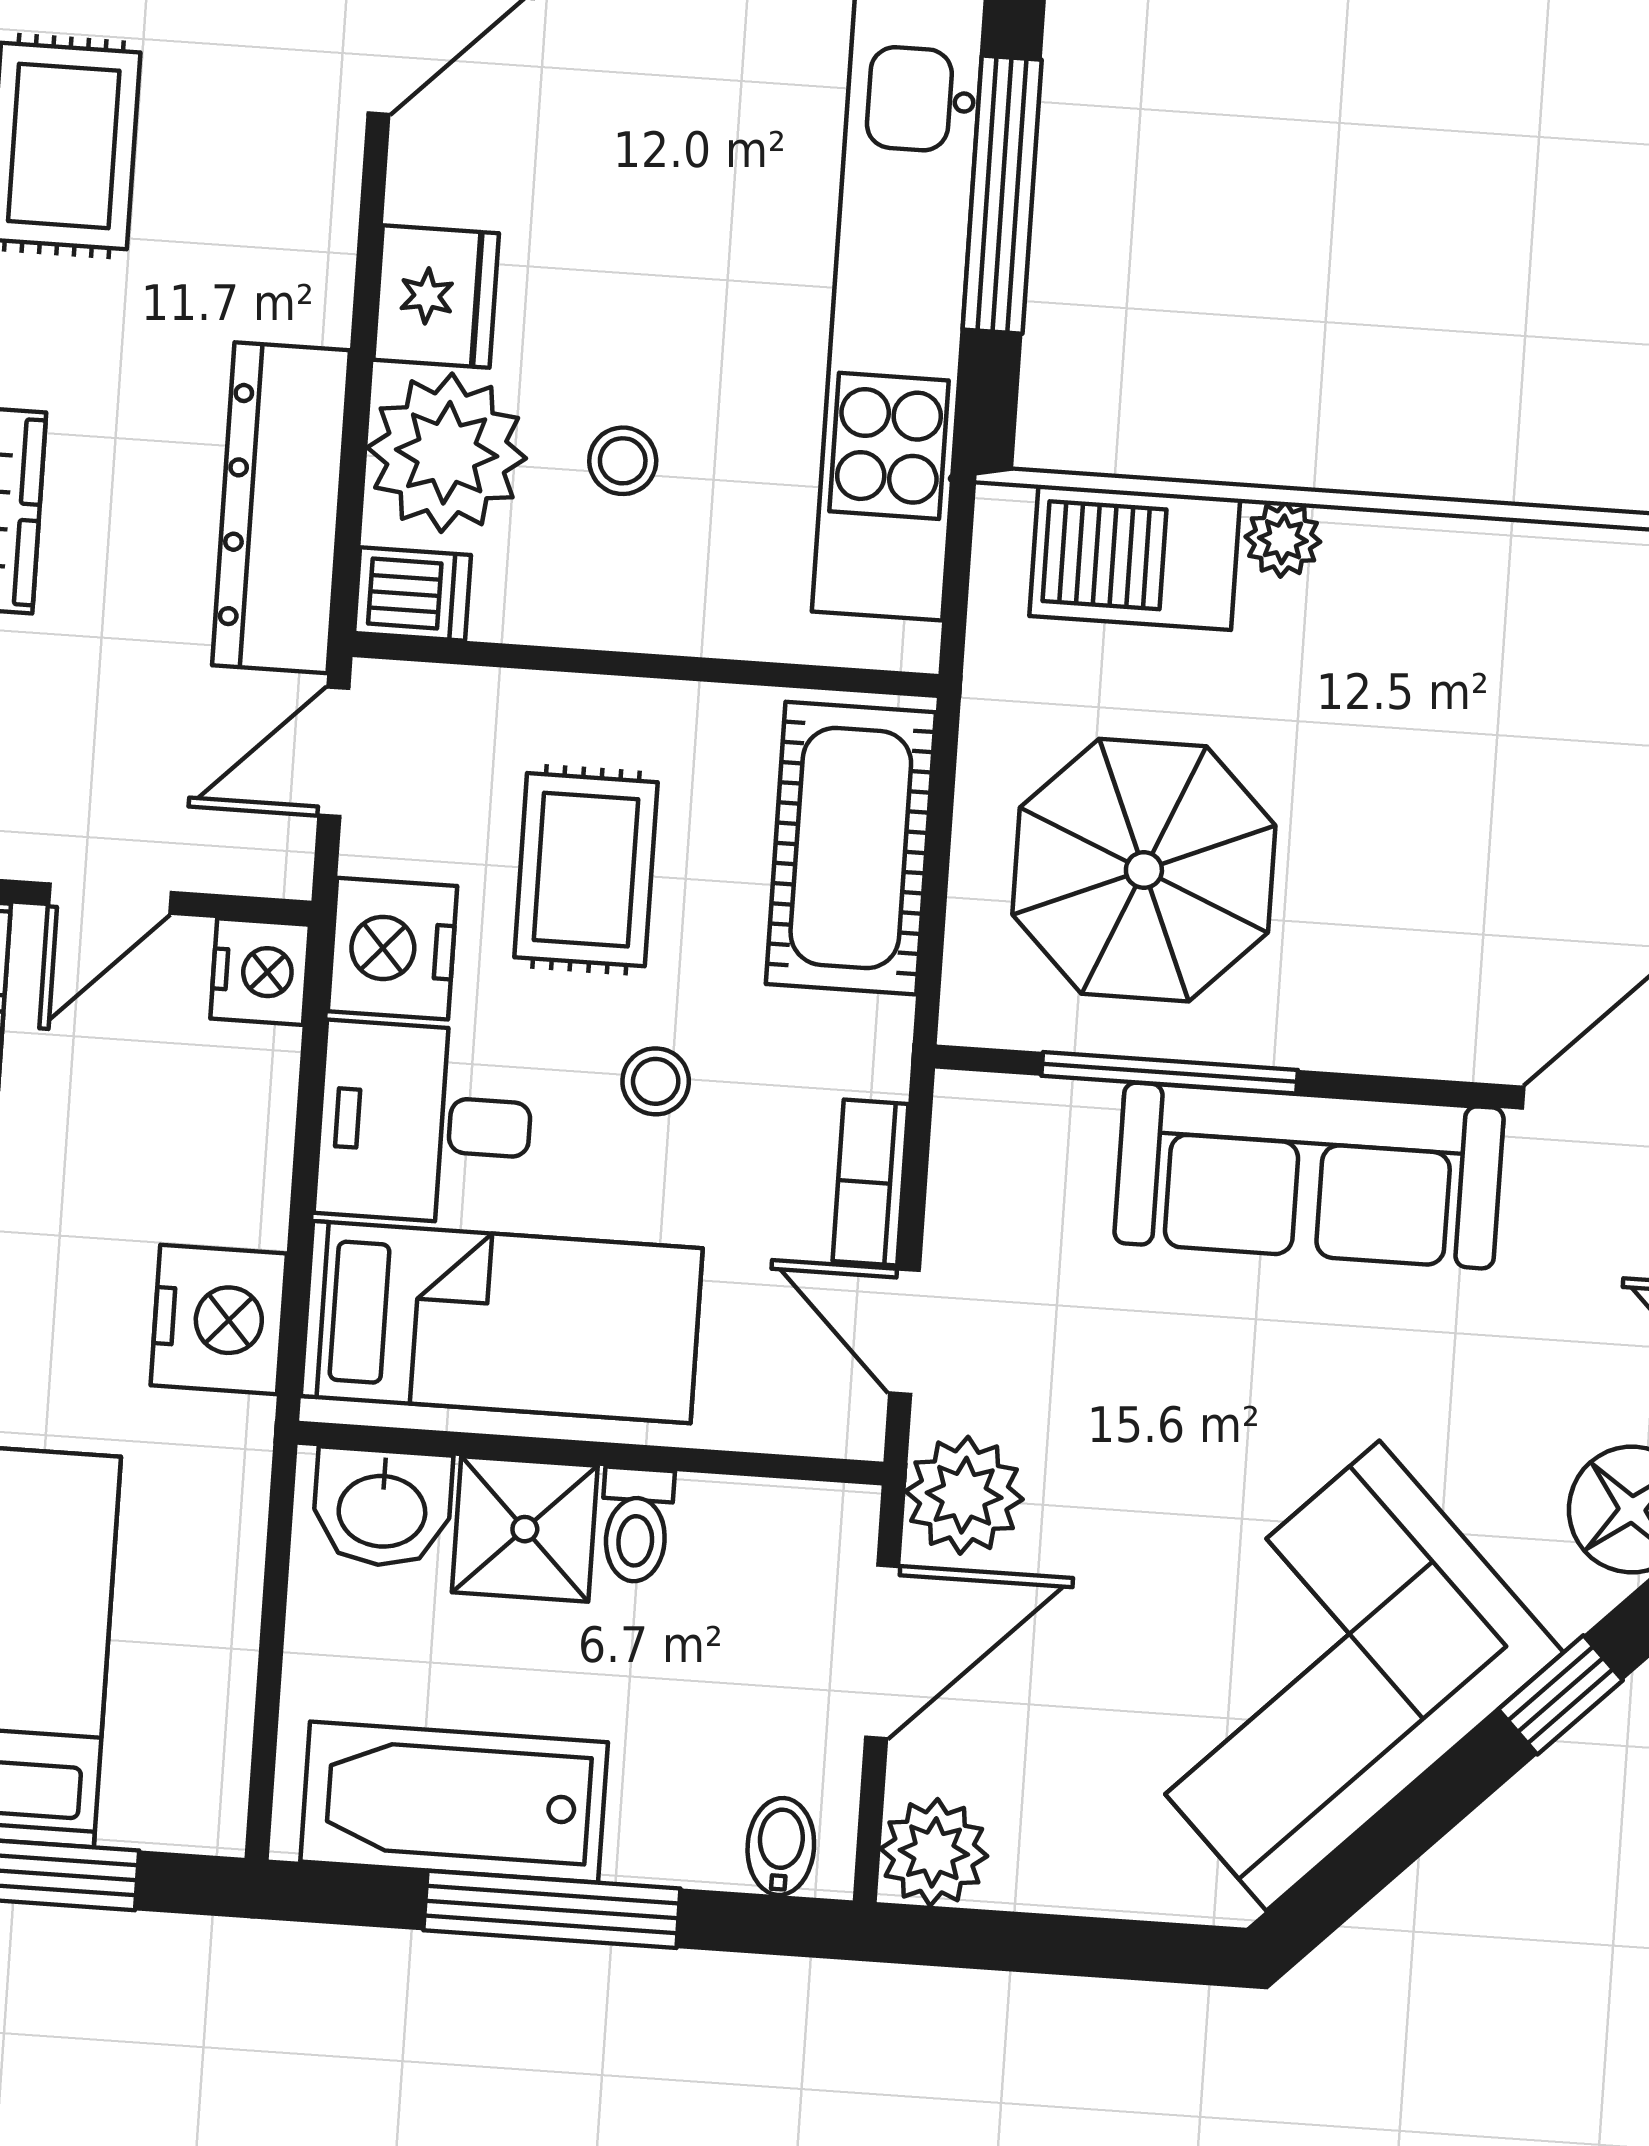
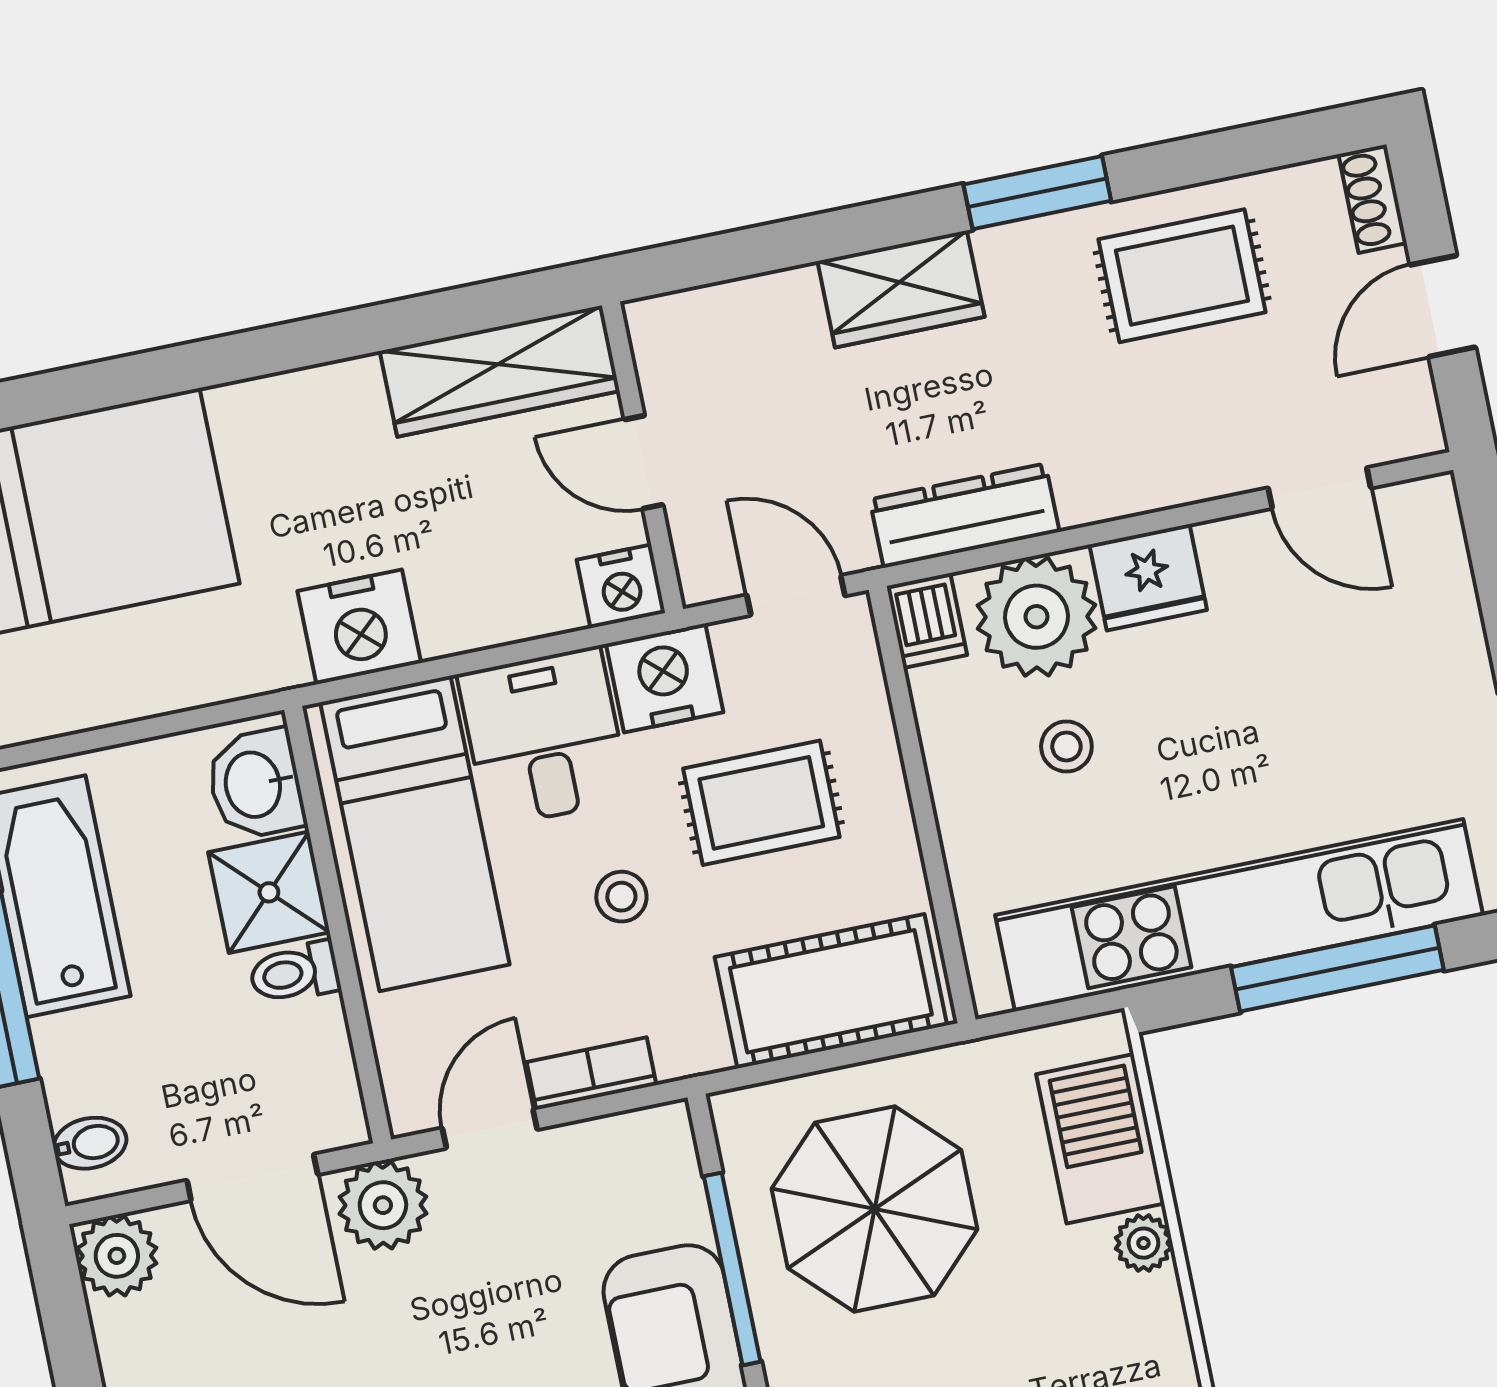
dresser: (281, 508) -> (965, 516), width x0.73, depth x0.80

